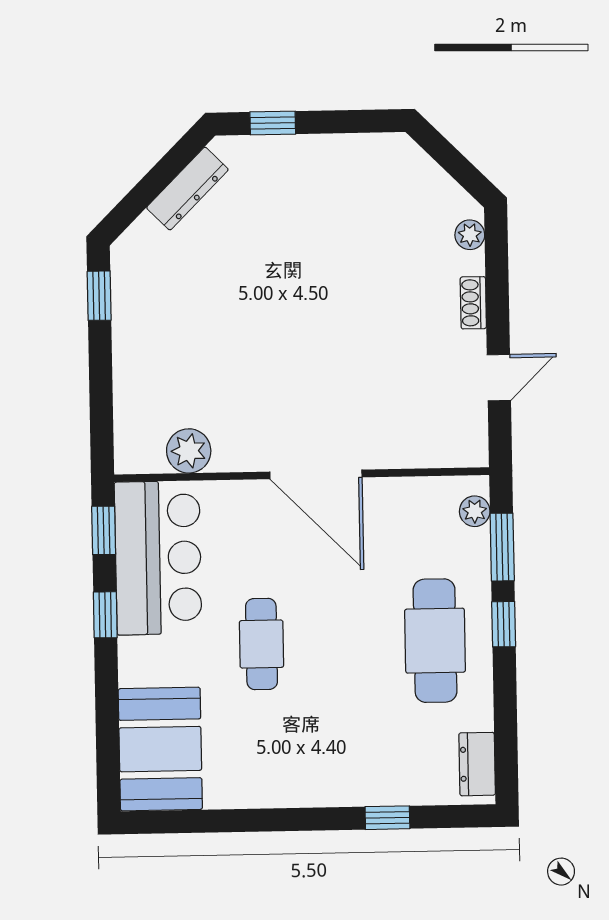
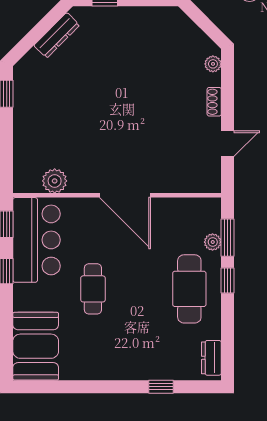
plant: (475, 511) -> (213, 242), moved

